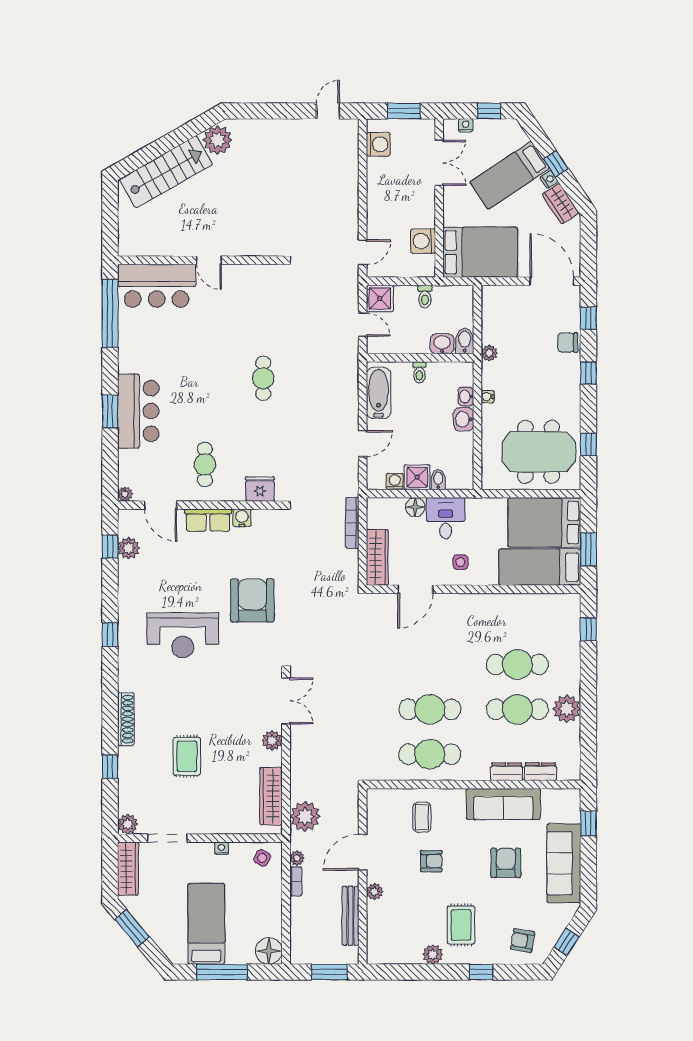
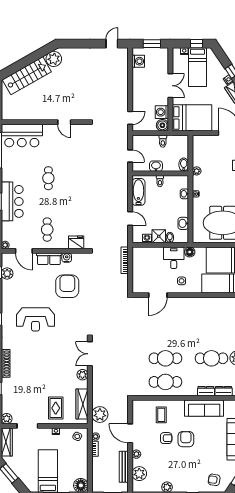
double door: (439, 163) -> (170, 86), moved
bed: (510, 175) -> (198, 67), moved, turned -56
door: (209, 260) -> (64, 122), moved
boiler: (424, 266) -> (162, 125), added
shower: (380, 298) -> (139, 142), removed
washbasin: (442, 344) -> (156, 166), moved
cafe table: (263, 378) -> (48, 178), moved
washbasin: (464, 419) -> (183, 223), moved
door: (363, 444) -> (130, 219), hinge flipped
floor lamp: (415, 507) -> (190, 252), moved
wardrobe: (377, 557) -> (138, 278), removed
armchair: (252, 600) -> (67, 286), moved
cafe table: (517, 664) -> (211, 335), removed
double door: (286, 701) -> (90, 354), swing flipped
rug: (187, 756) -> (56, 408), moved
door: (363, 852) -> (130, 433), hinge flipped
armchair: (506, 863) -> (186, 439), moved
rug: (461, 925) -> (182, 472), removed
plant: (380, 929) -> (139, 474), added

